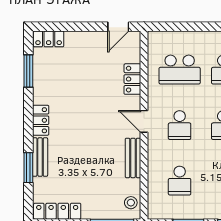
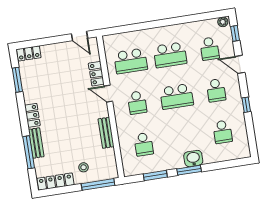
door: (118, 27) -> (79, 36), hinge flipped
door: (144, 121) -> (108, 94), moved
window: (28, 168) -> (29, 152), width x1.44
stool: (131, 203) -> (84, 167), moved

